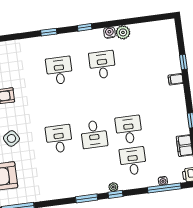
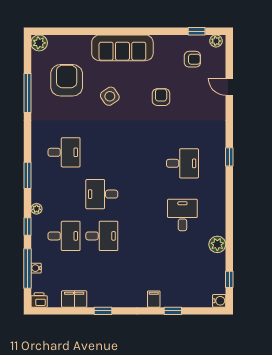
window: (85, 27) -> (229, 279), moved
water cooler: (109, 33) -> (219, 301), moved
desk: (102, 65) -> (182, 215), turned -90
desk: (59, 139) -> (64, 152), moved
window: (116, 194) -> (27, 227), moved

